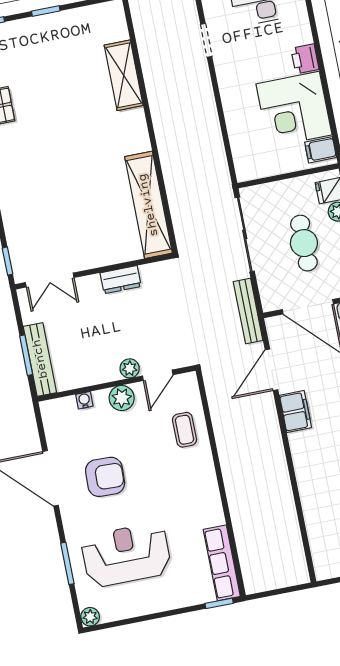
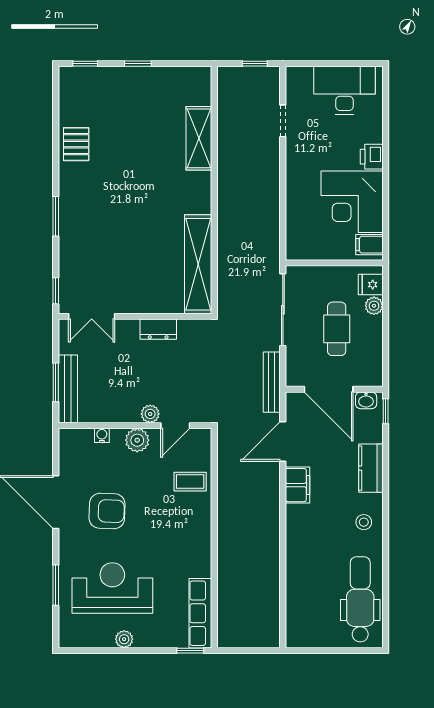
coffee table: (184, 430) -> (190, 482), turned 90
plant: (90, 617) -> (124, 639), moved

